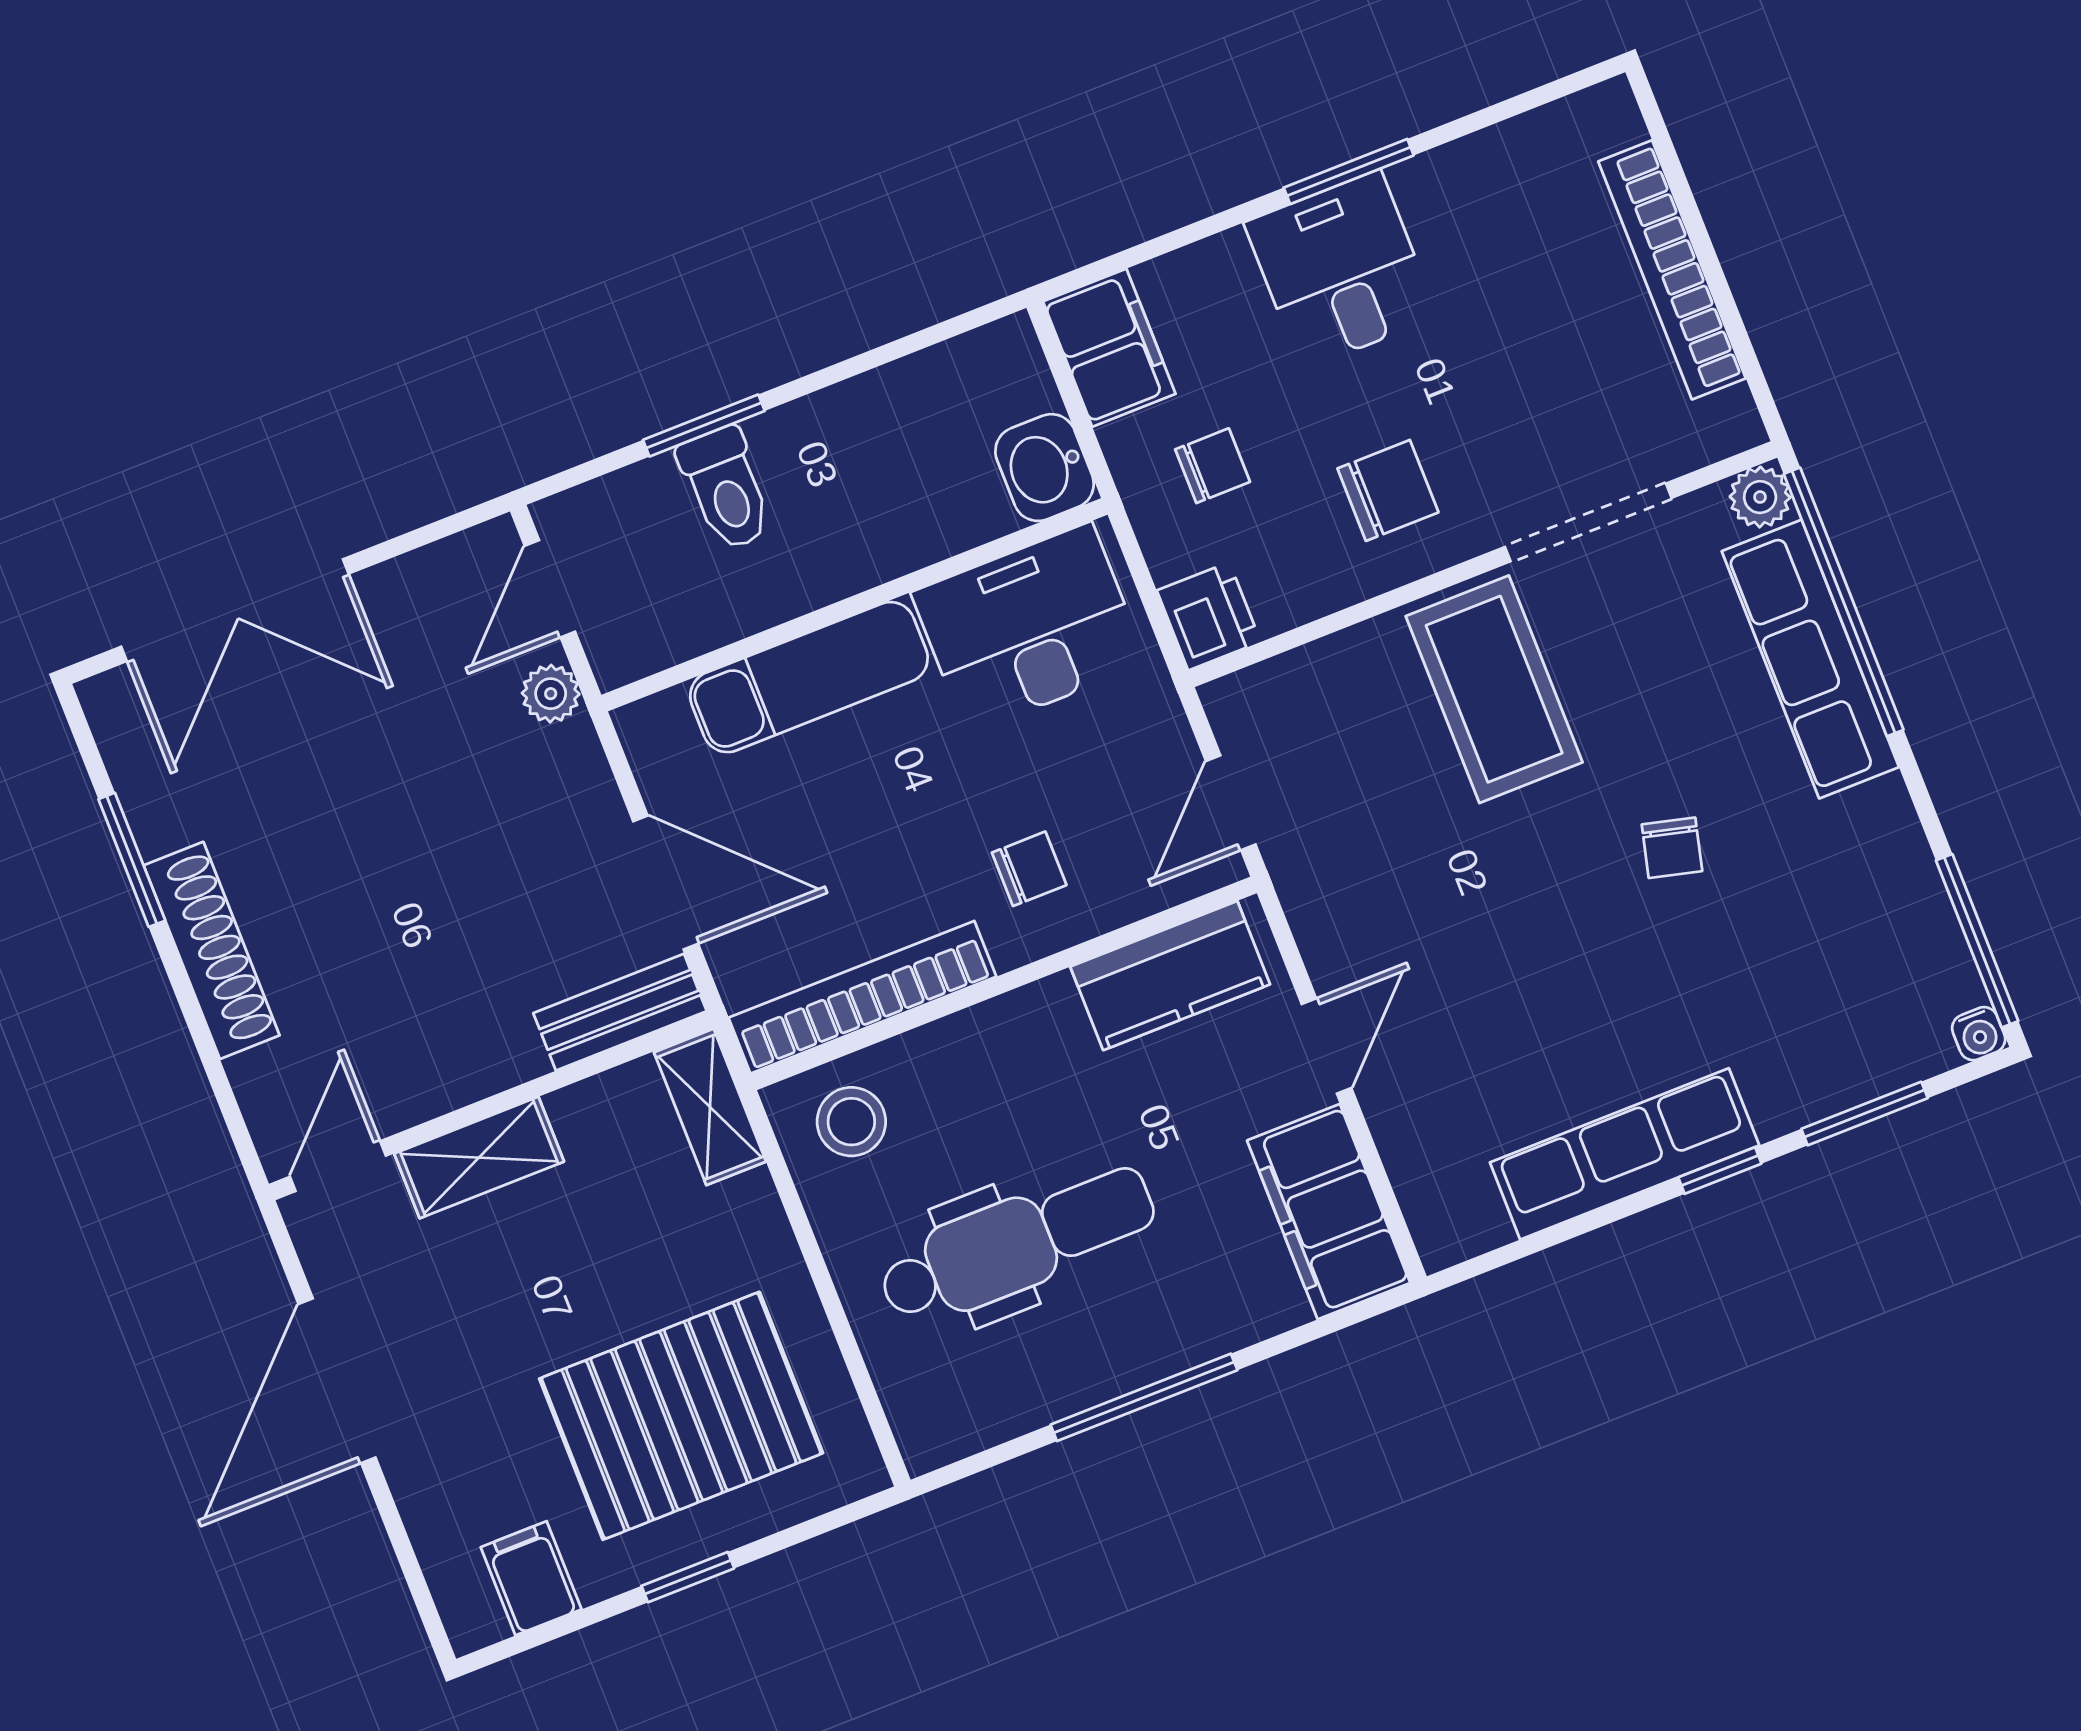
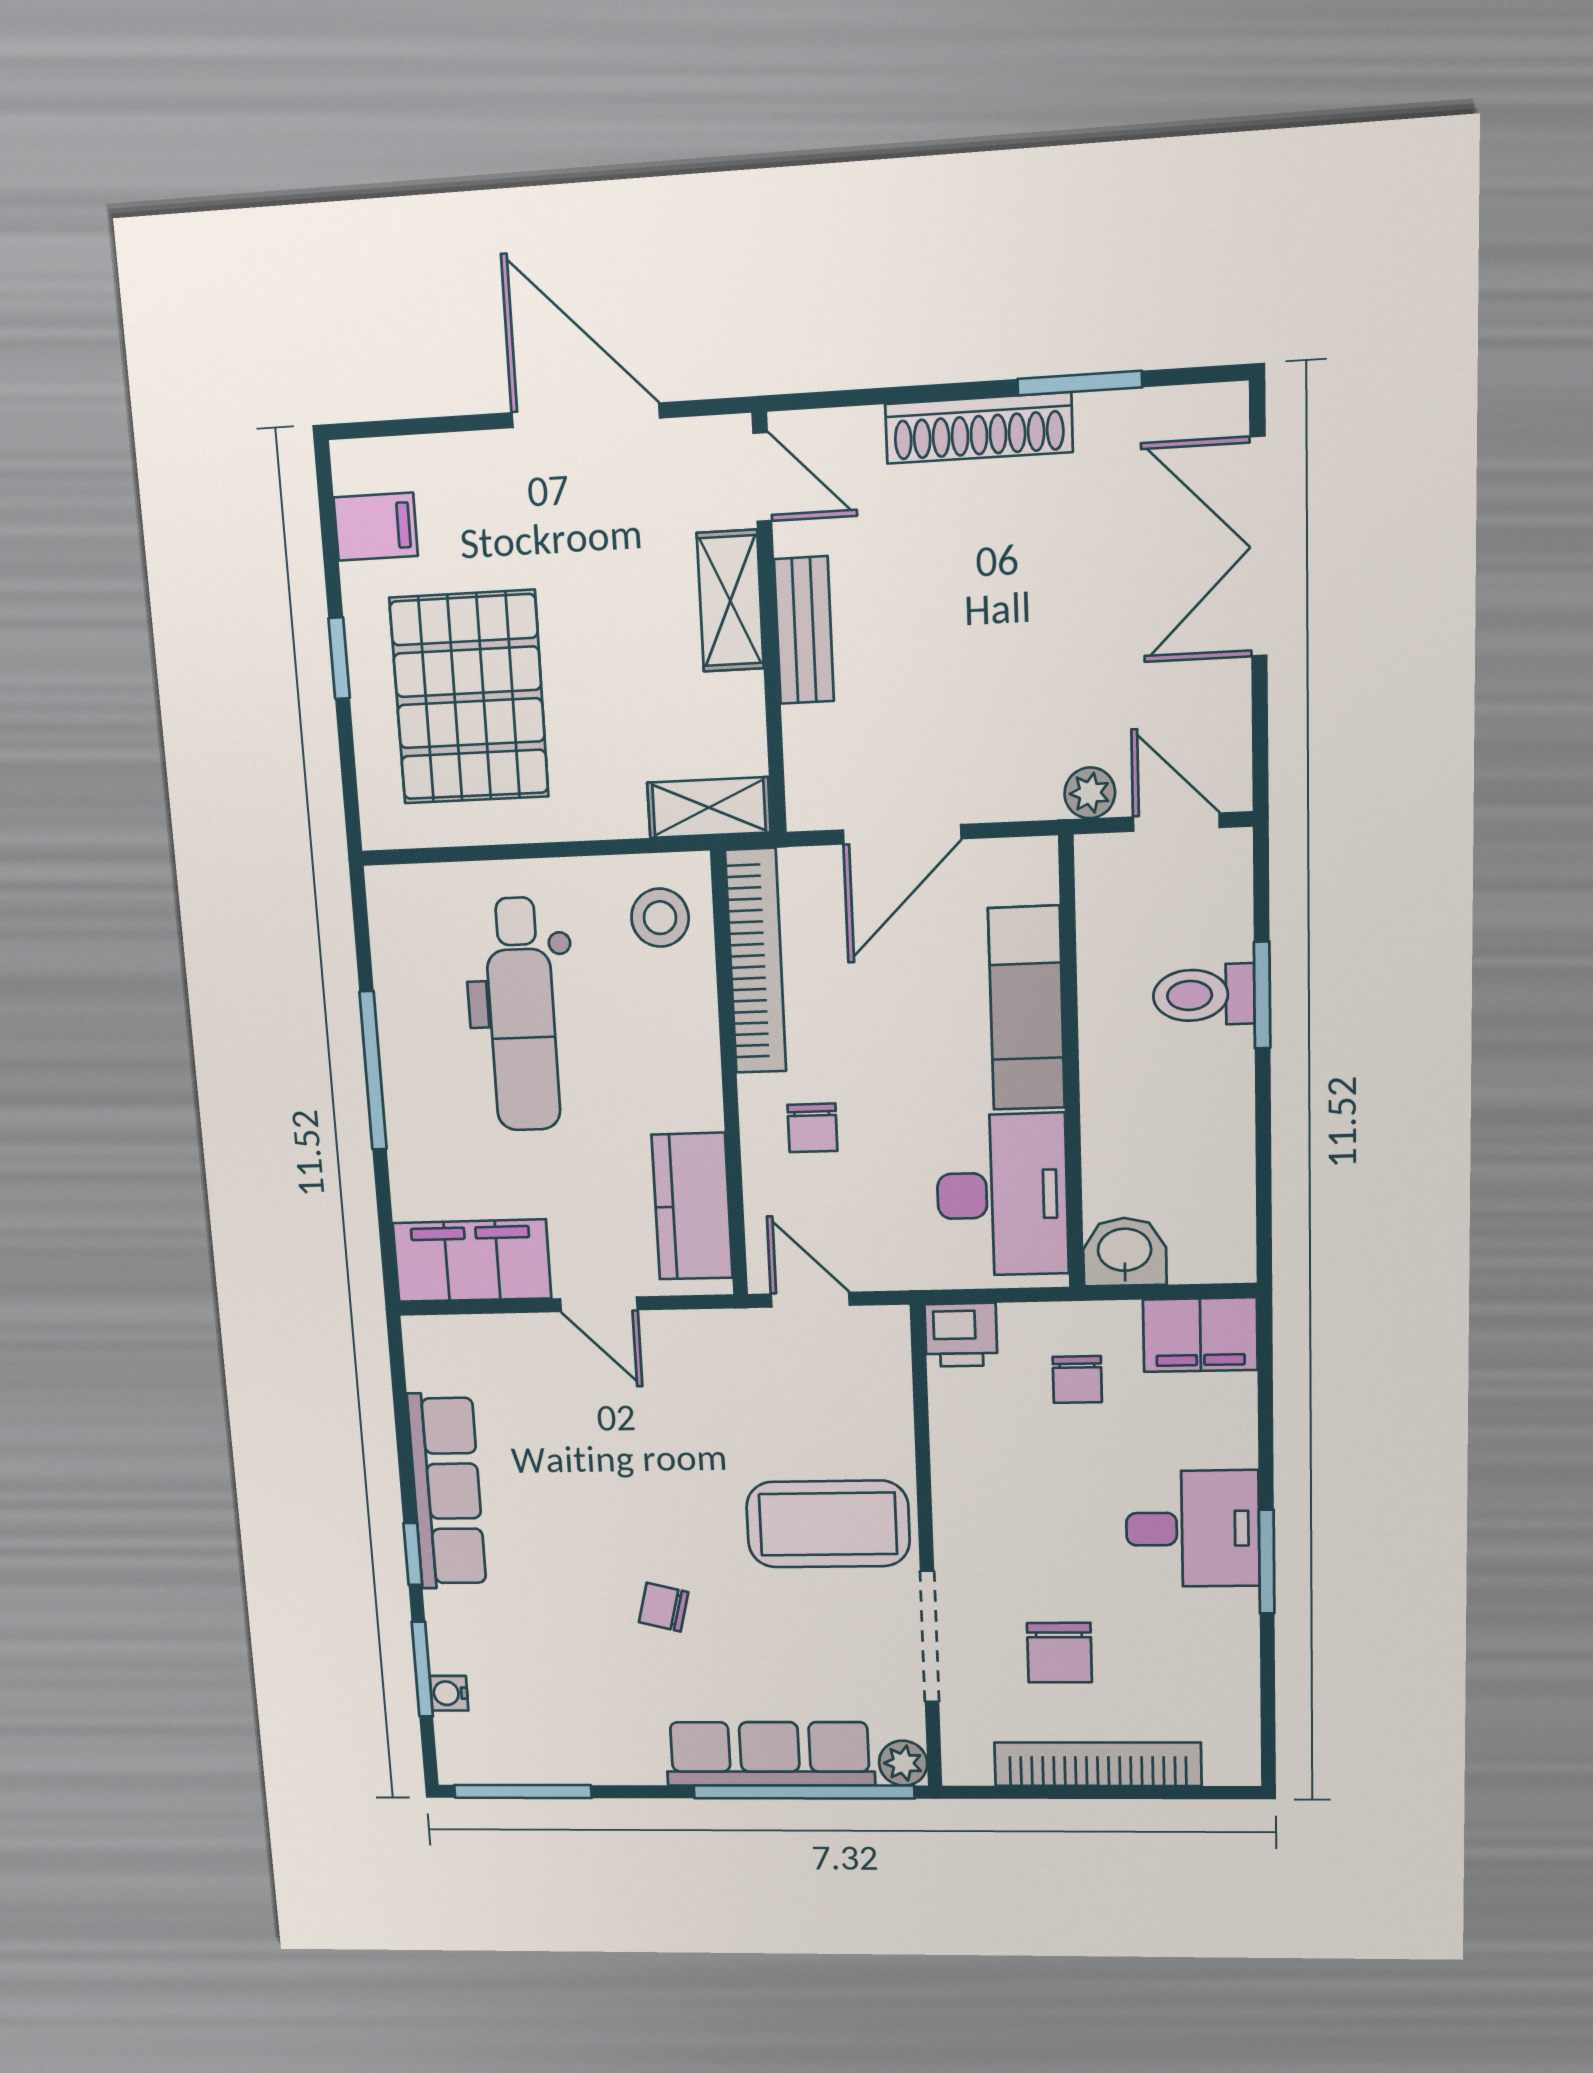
chair: (1388, 490) -> (1059, 1653), moved
bench: (620, 1012) -> (804, 630), moved
water cooler: (1979, 1034) -> (449, 1693), moved

